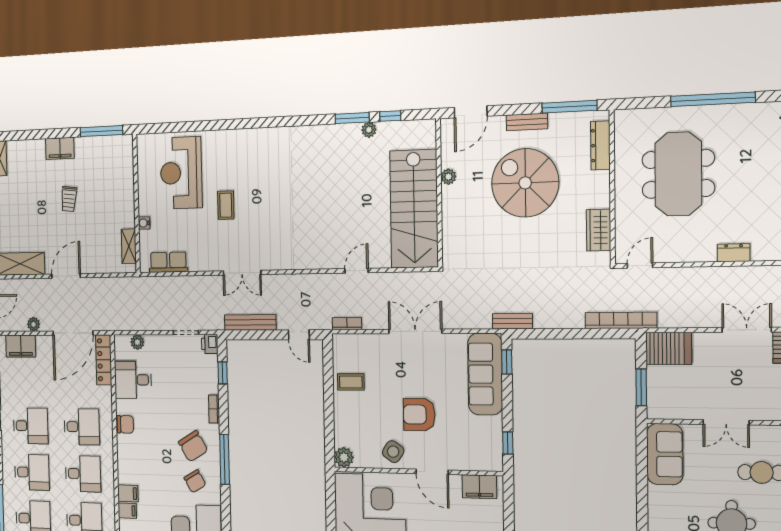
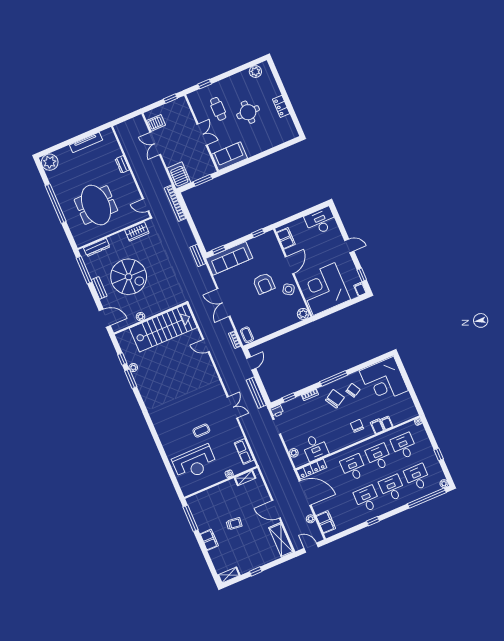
meeting table: (678, 174) -> (96, 205), turned 90
spiral stairs: (525, 183) -> (129, 277), turned -90
coffee table: (351, 382) -> (247, 335), moved
chair: (125, 424) -> (357, 426), moved

